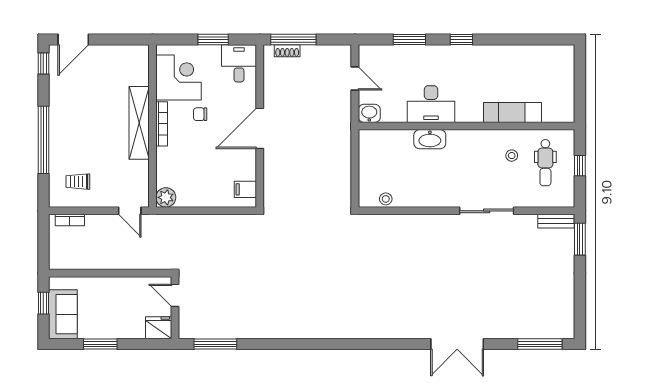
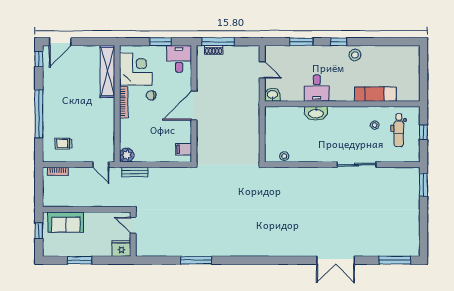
stool: (484, 58) -> (355, 55), added
desk: (431, 104) -> (317, 88), width x0.73
shelving: (139, 123) -> (107, 72), moved
bench: (556, 221) -> (135, 172), moved
sofa: (63, 314) -> (66, 222), moved, turned 90
window: (215, 344) -> (196, 260), moved

